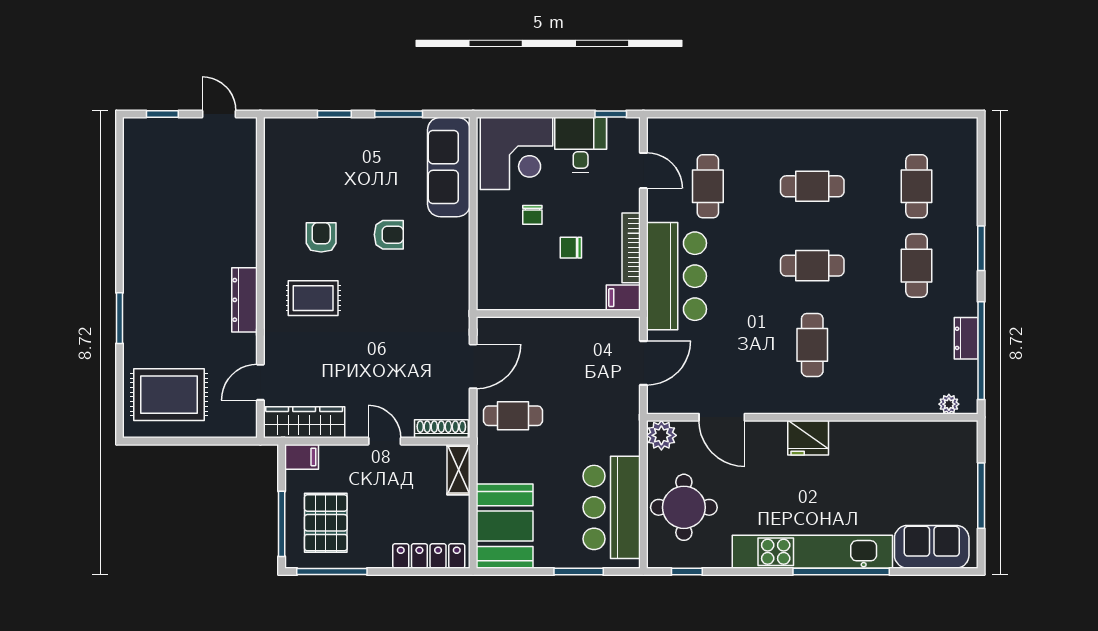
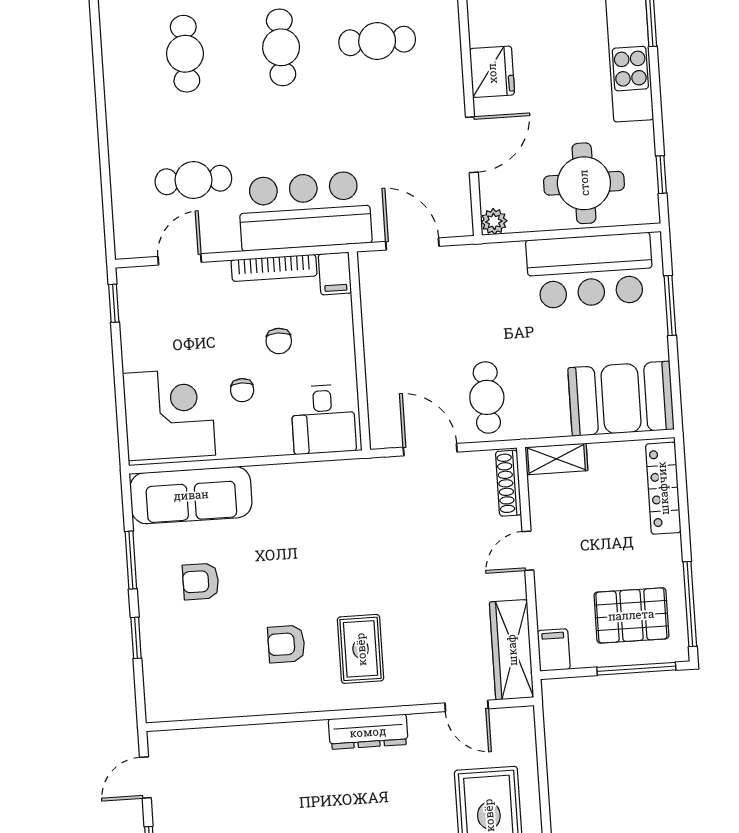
desk: (581, 145) -> (323, 419), moved, turned -90
chair: (532, 215) -> (242, 390), turned 90
armchair: (389, 235) -> (201, 581), moved, turned -90
plant: (661, 435) -> (494, 221), width x0.73, depth x0.73
fridge: (808, 438) -> (492, 72), moved

